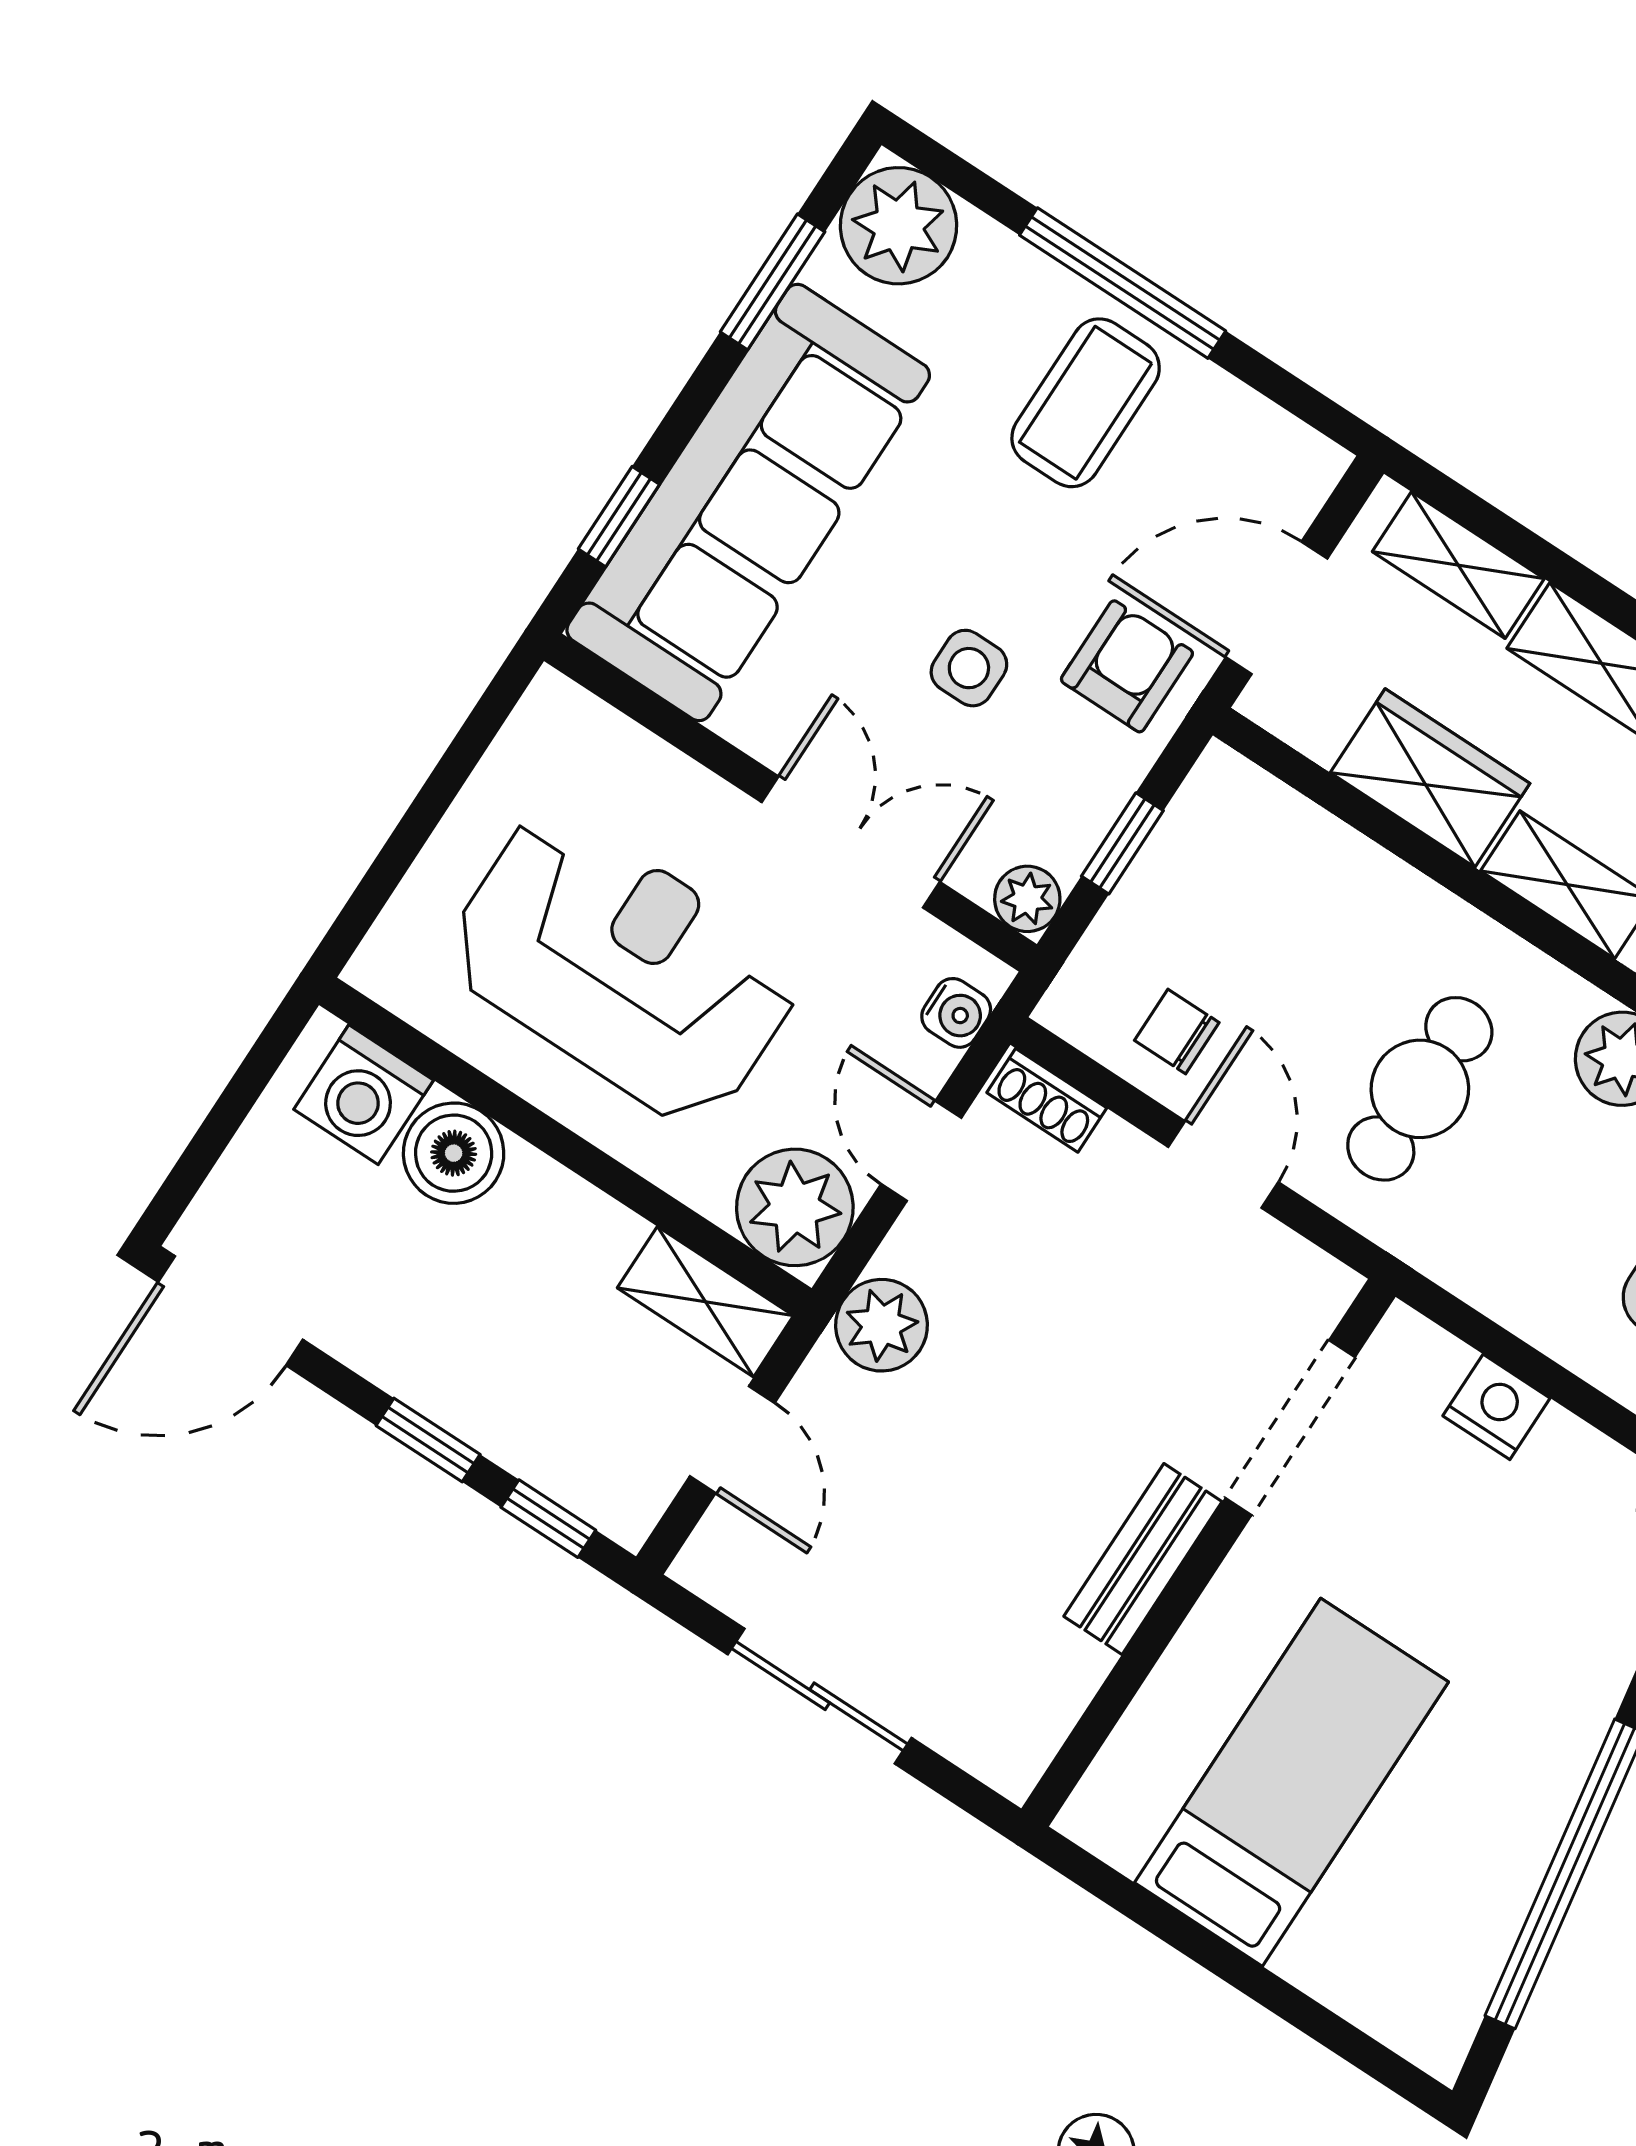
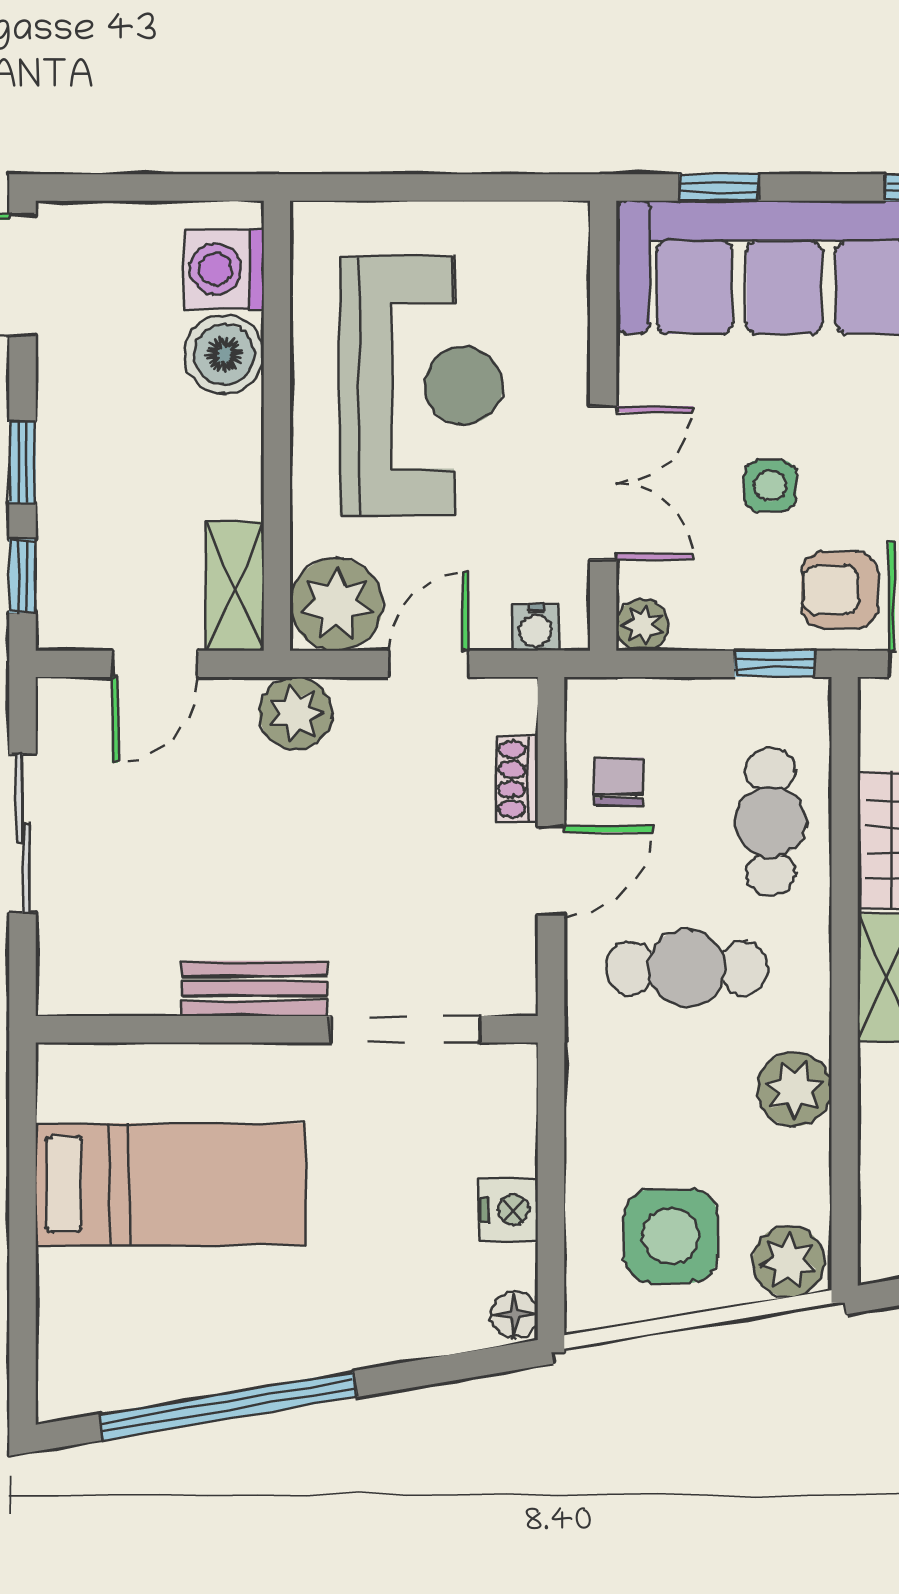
armchair: (1127, 666) -> (840, 590), turned 180
window: (1122, 843) -> (774, 664), moved
cafe table: (1324, 899) -> (771, 822), added
shoe rack: (1047, 1100) -> (517, 779), moved
nightstand: (1496, 1407) -> (509, 1210), moved

